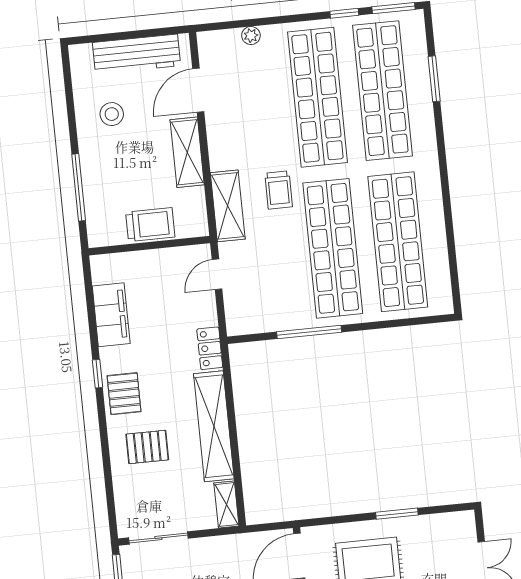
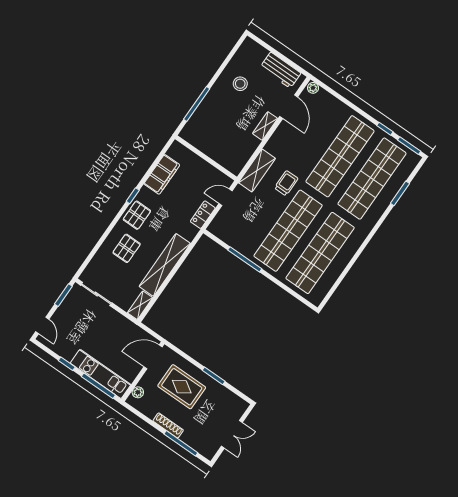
plant: (251, 36) -> (313, 88), moved
workbench: (136, 54) -> (280, 70), width x0.73
door: (198, 90) -> (289, 107), swing flipped
shelving: (187, 152) -> (265, 126), width x0.67, depth x0.75
trolley: (279, 190) -> (286, 183), turned 180
trolley: (150, 225) -> (215, 149), removed
locker: (210, 348) -> (203, 215), moved
pallet: (147, 447) -> (127, 248), turned 90

